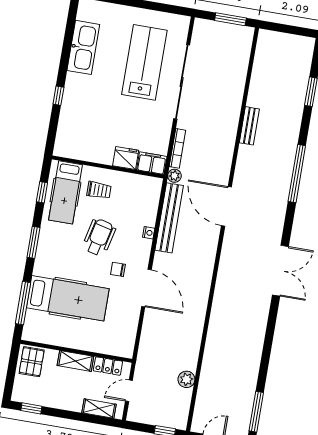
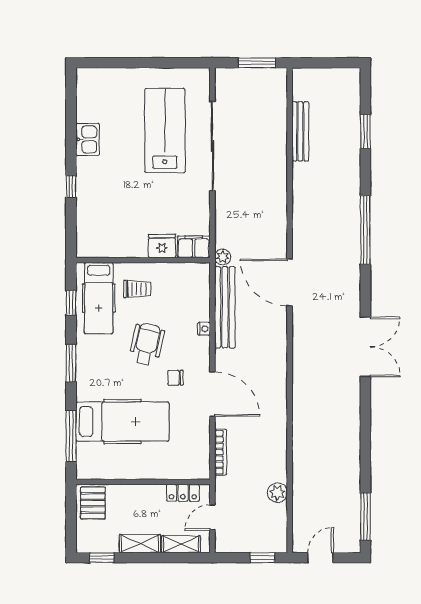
kitchen sink: (83, 47) -> (88, 139), width x0.53, depth x0.81
bench: (249, 126) -> (300, 131), moved, width x1.36
bookcase: (177, 148) -> (221, 452), moved
shelving: (75, 361) -> (140, 544), moved

